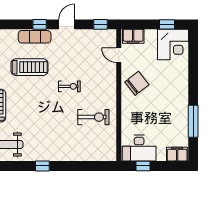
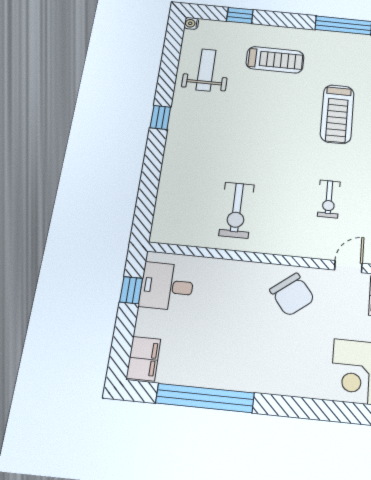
exercise bike: (69, 86) -> (329, 199), moved
window: (193, 121) -> (205, 398), width x1.46
desk: (139, 148) -> (167, 286), width x0.73

